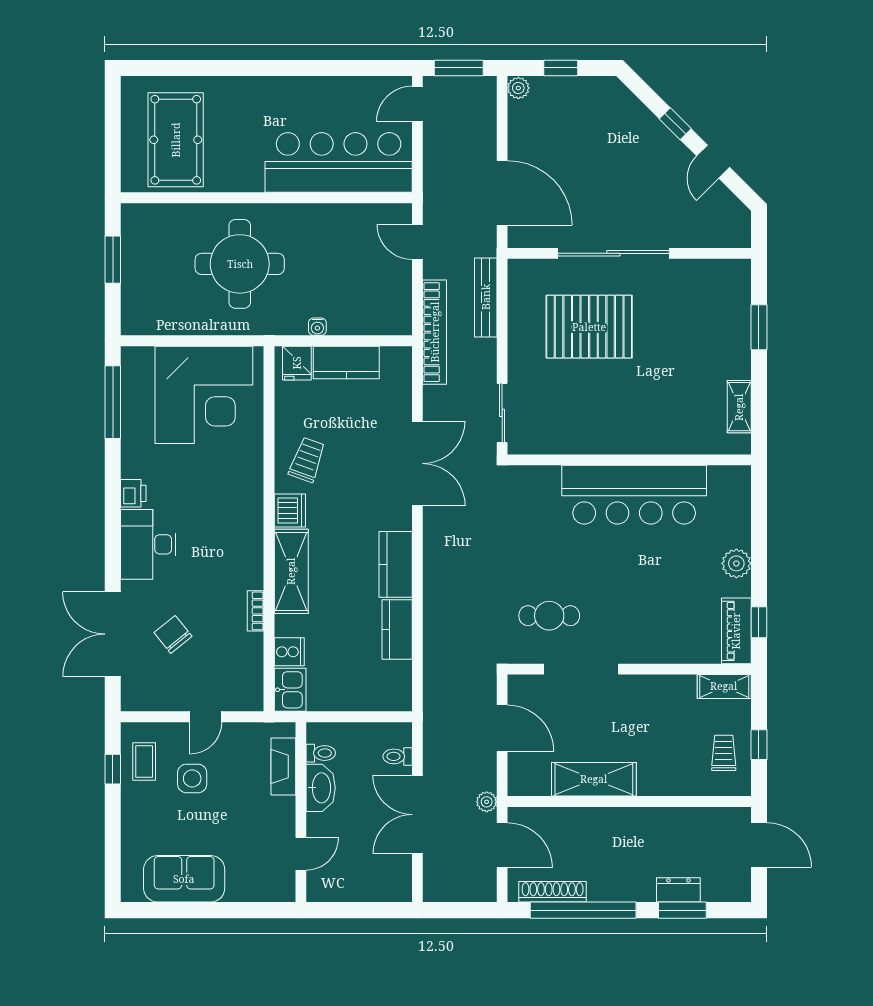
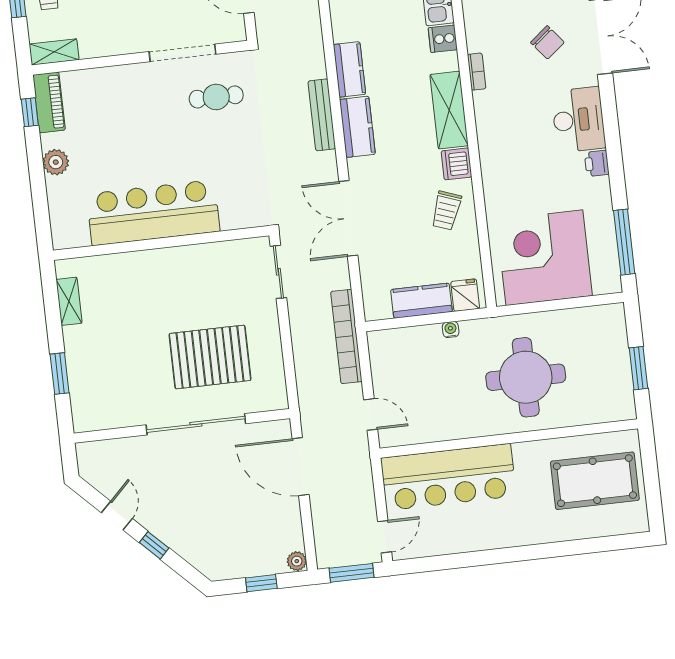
pool table: (176, 140) -> (595, 481), turned 90
bench: (486, 297) -> (322, 115), moved

